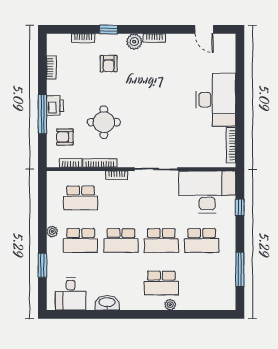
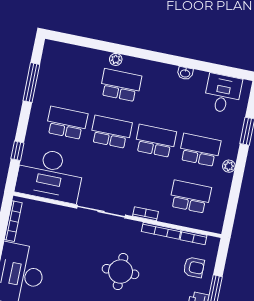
round table: (104, 122) -> (121, 272), moved
washbasin: (107, 303) -> (185, 73), width x0.52, depth x0.69

